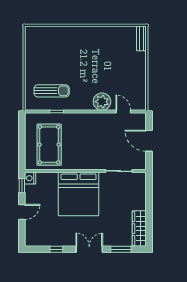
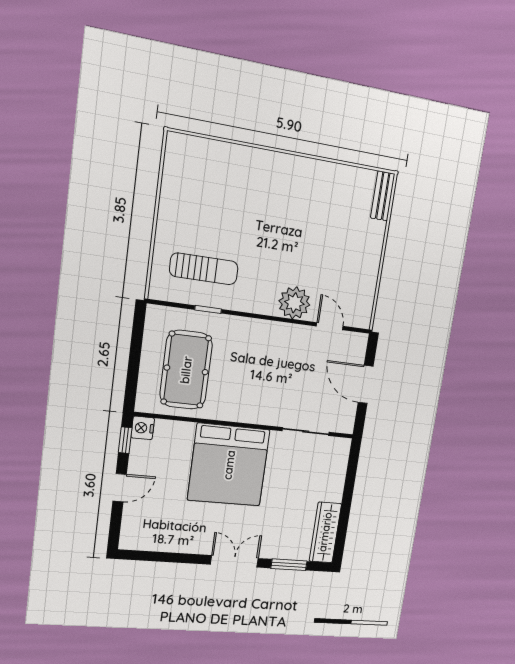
window: (56, 249) -> (176, 558), removed

